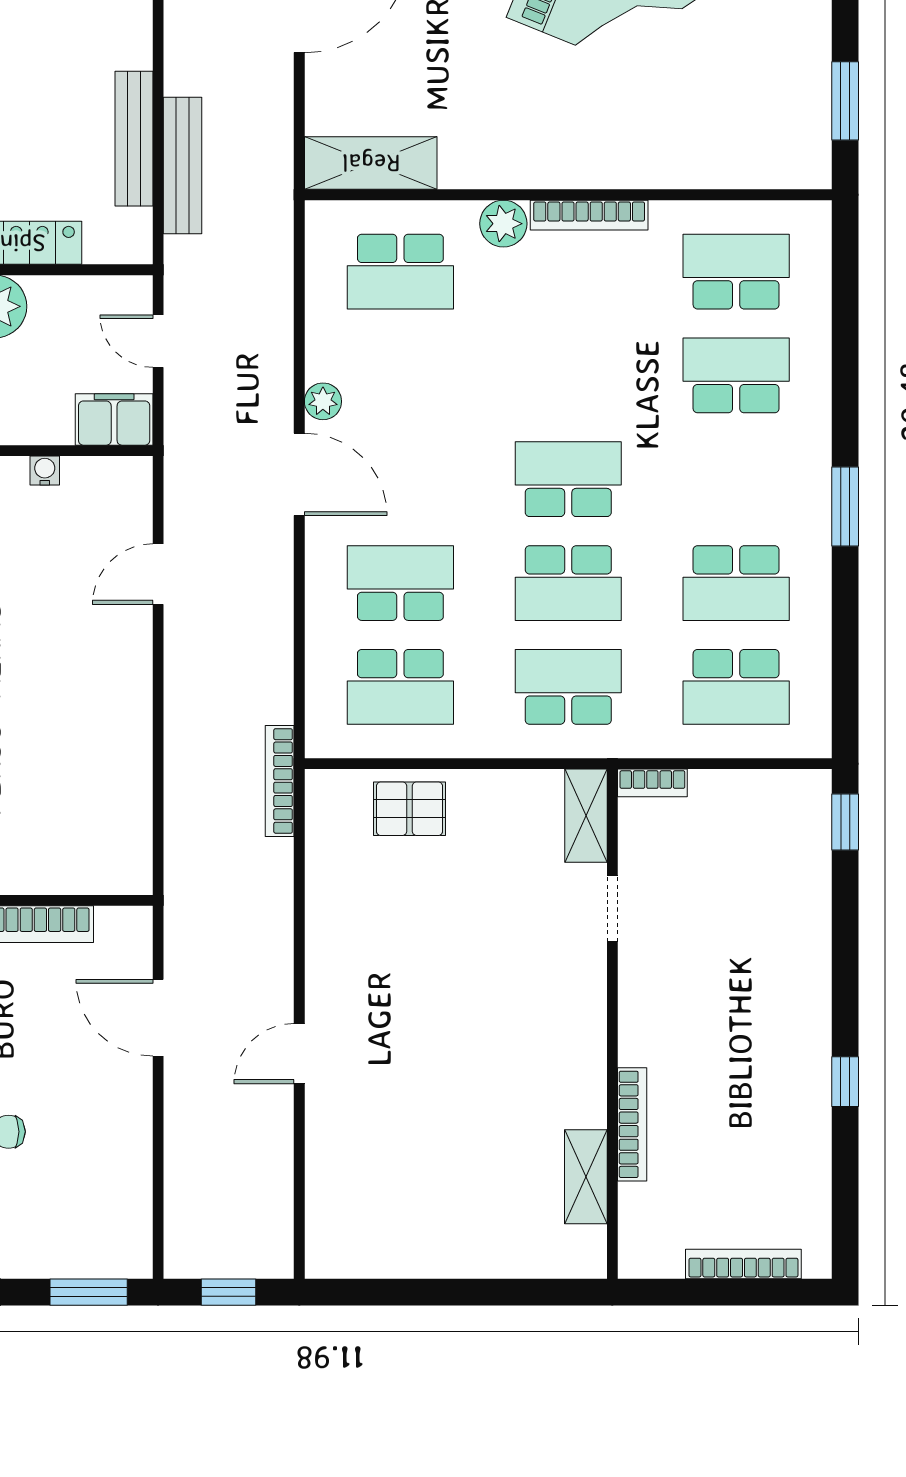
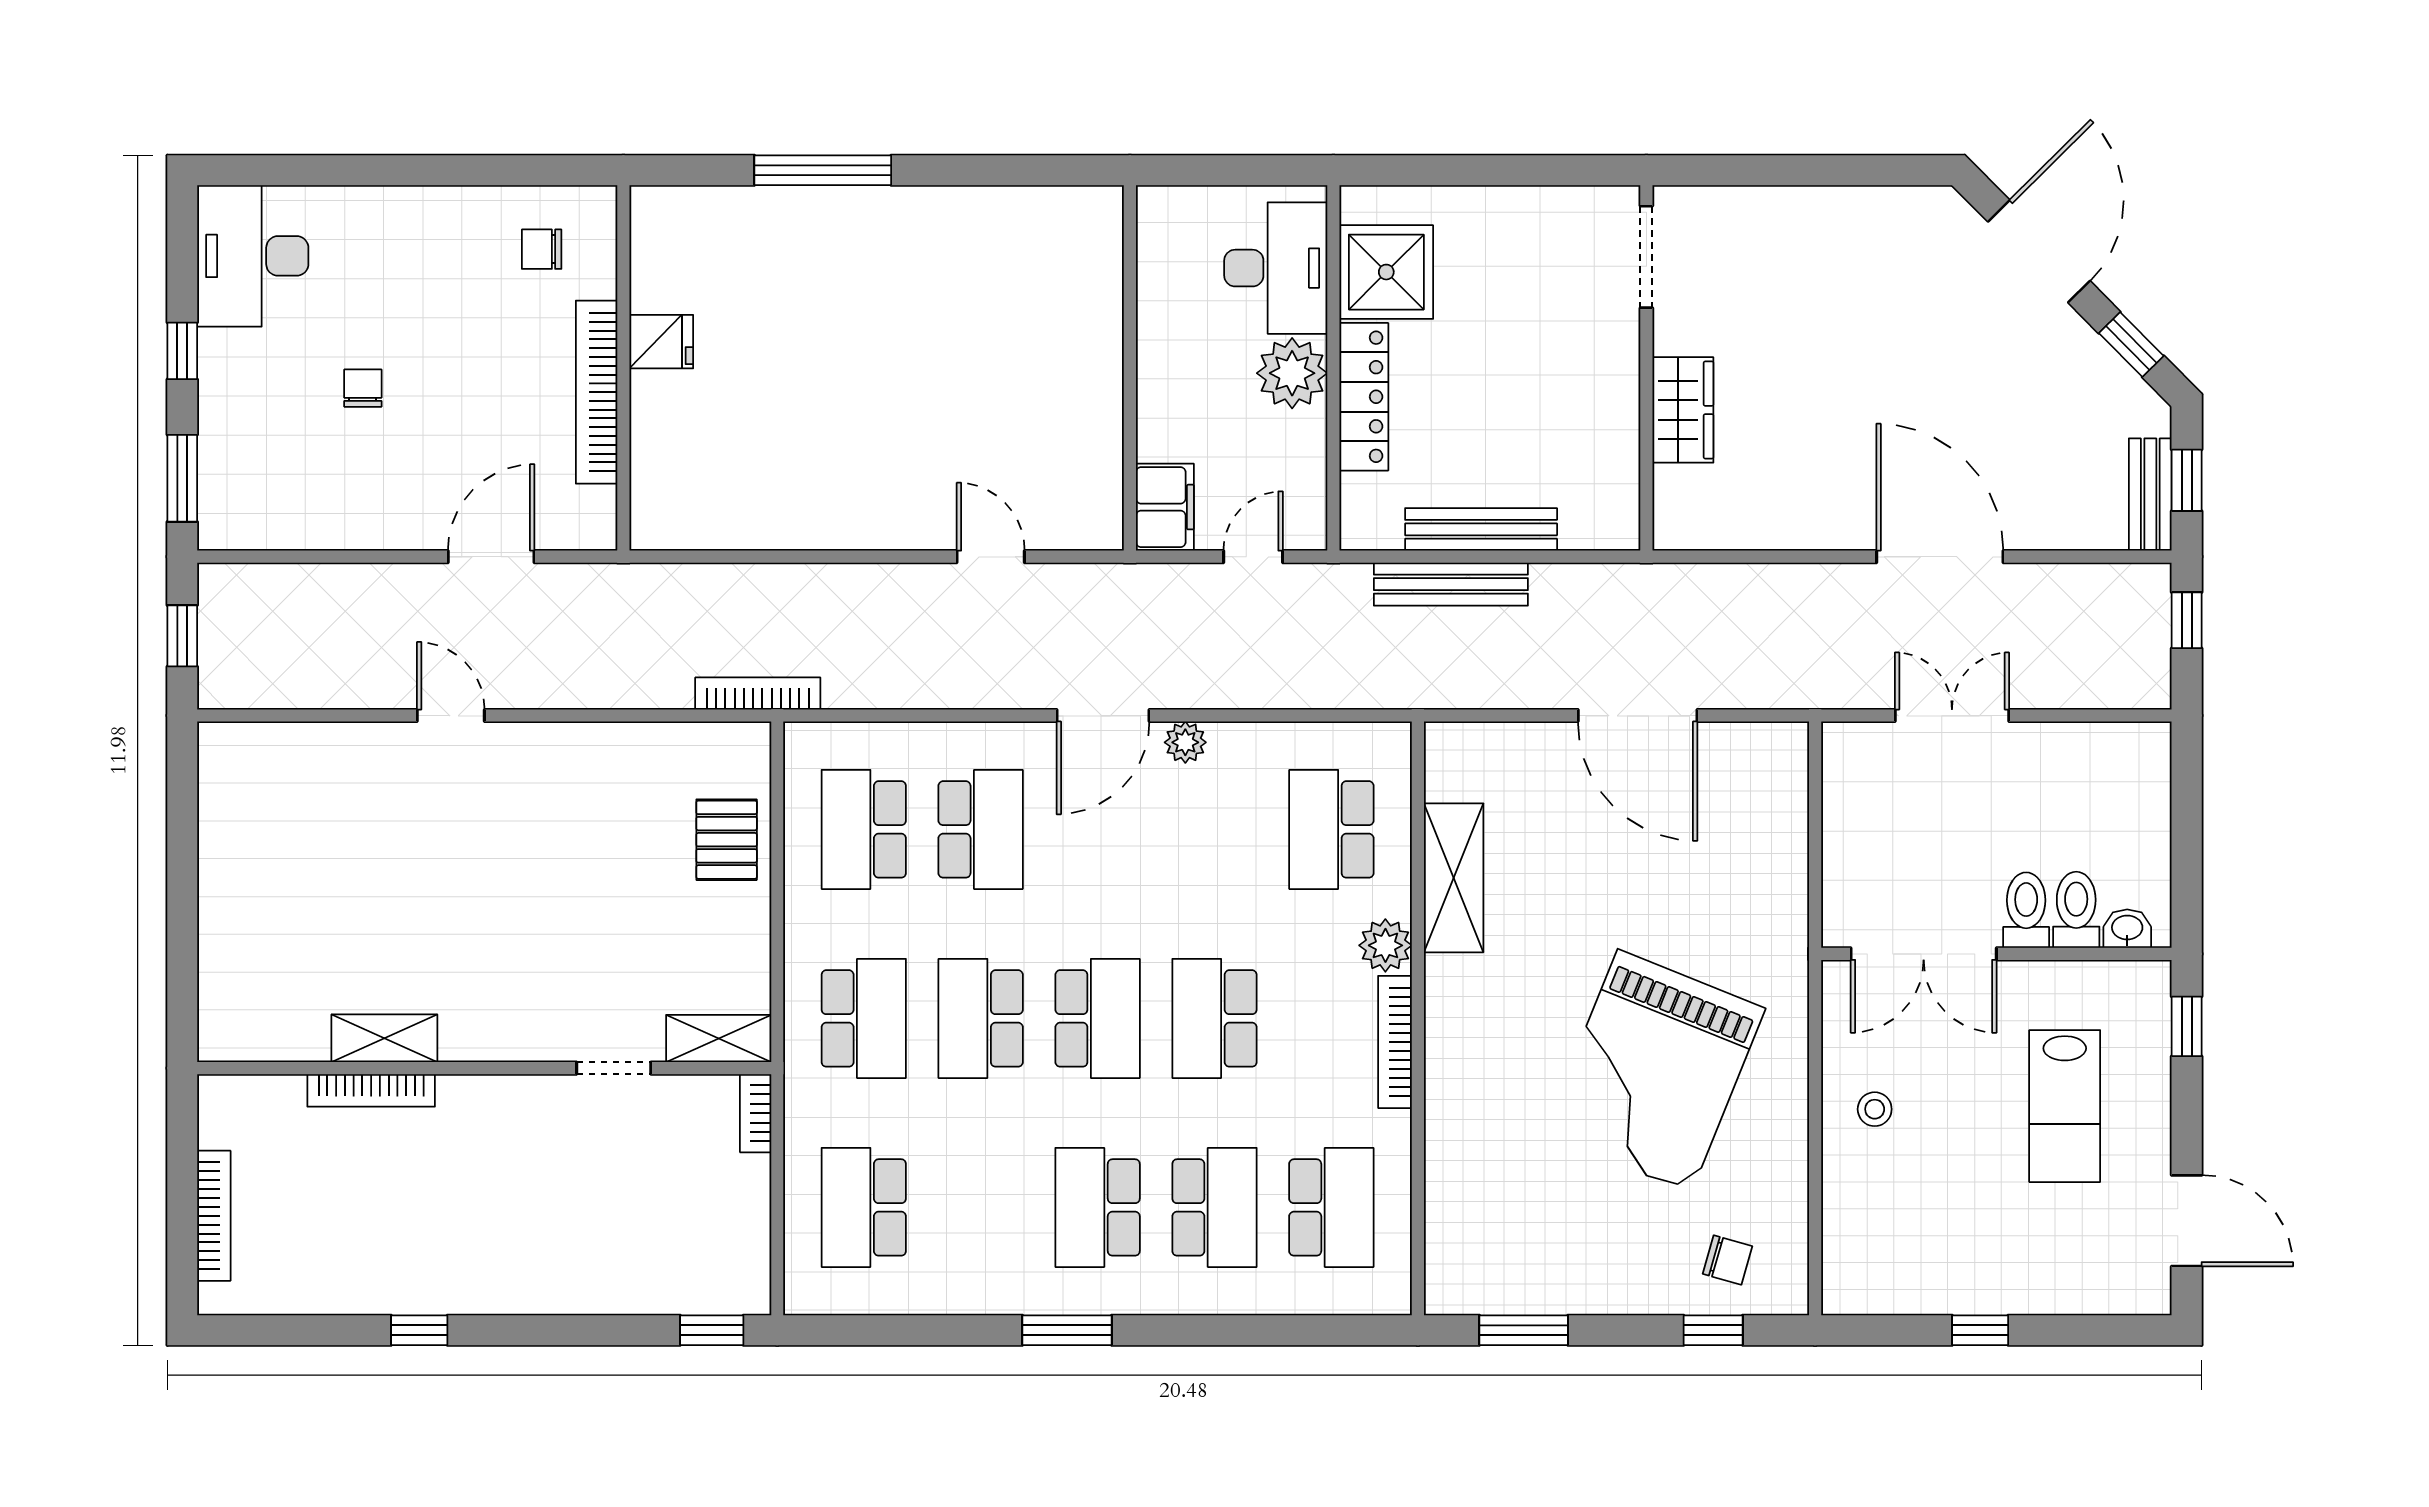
shelving: (371, 163) -> (1454, 878), moved
school desk: (568, 375) -> (1214, 1018), added
water cooler: (45, 470) -> (1107, 429), removed
school desk: (736, 583) -> (1098, 1207), moved
shelving: (586, 1177) -> (384, 1038), moved

